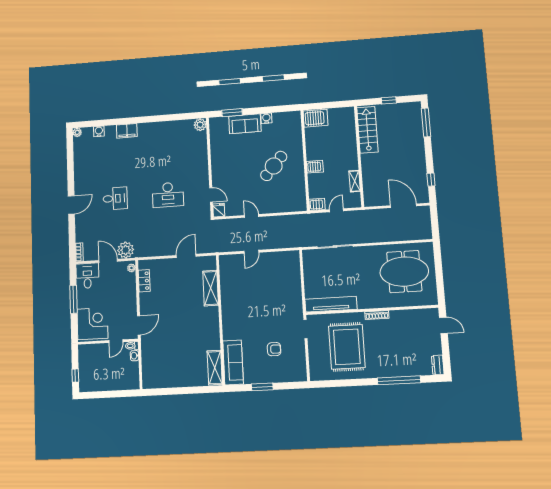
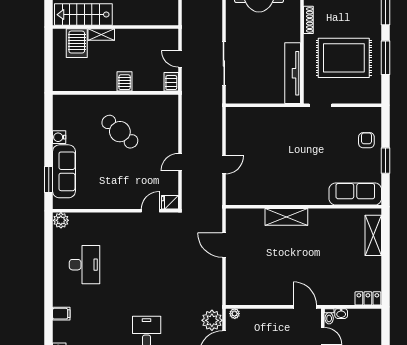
server rack: (316, 118) -> (77, 43), moved, turned 180
sofa: (245, 124) -> (64, 171), width x1.36
filing cabinet: (127, 131) -> (61, 314), width x0.50
shelving: (355, 181) -> (101, 35), moved
desk: (168, 195) -> (84, 265), moved
door: (251, 252) -> (224, 165), hinge flipped
locker: (144, 281) -> (368, 298), moved
shelving: (211, 288) -> (286, 217), moved
armchair: (274, 349) -> (366, 140), moved
shelving: (215, 368) -> (373, 235), moved, turned 90
window: (349, 383) -> (386, 58), added

